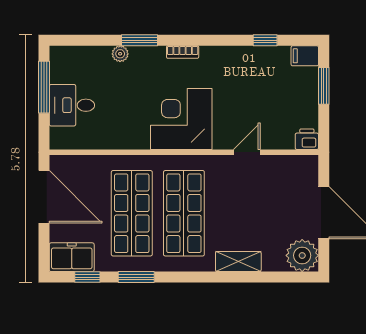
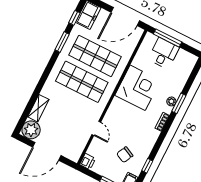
plant: (120, 54) -> (171, 101), moved
chair: (266, 85) -> (125, 155), added
window: (44, 87) -> (168, 38), moved
corner desk: (181, 119) -> (138, 88), moved
shelving: (238, 261) -> (38, 108), moved

